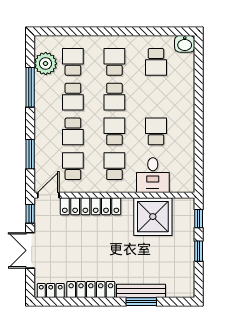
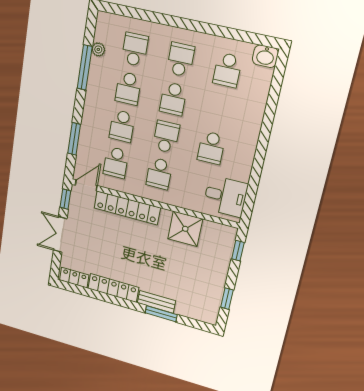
plant: (46, 64) -> (98, 49), width x0.53, depth x0.53
school desk: (156, 131) -> (211, 148), turned 180
school desk: (73, 166) -> (116, 162), turned 180
school desk: (114, 166) -> (159, 174), turned 180
desk: (153, 175) -> (225, 196), moved, turned -90
shower: (153, 217) -> (185, 229), width x0.73, depth x0.73
window: (199, 251) -> (227, 299), moved
bench: (141, 291) -> (156, 302), width x0.73

